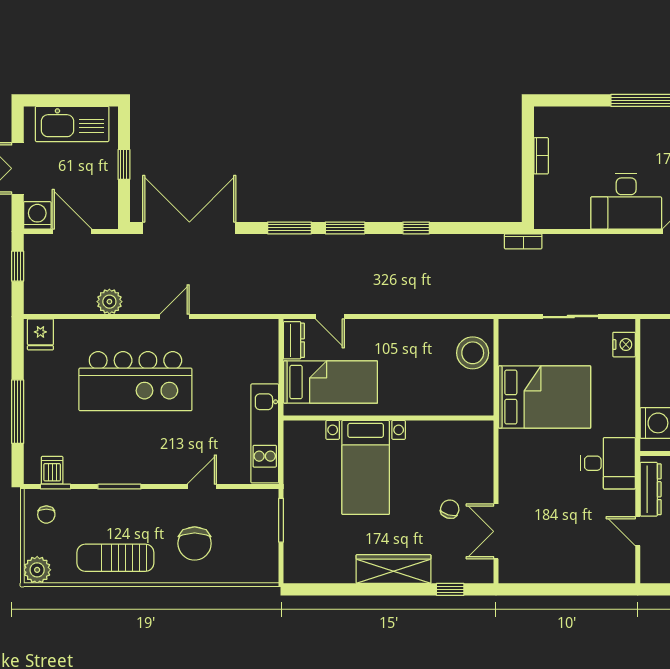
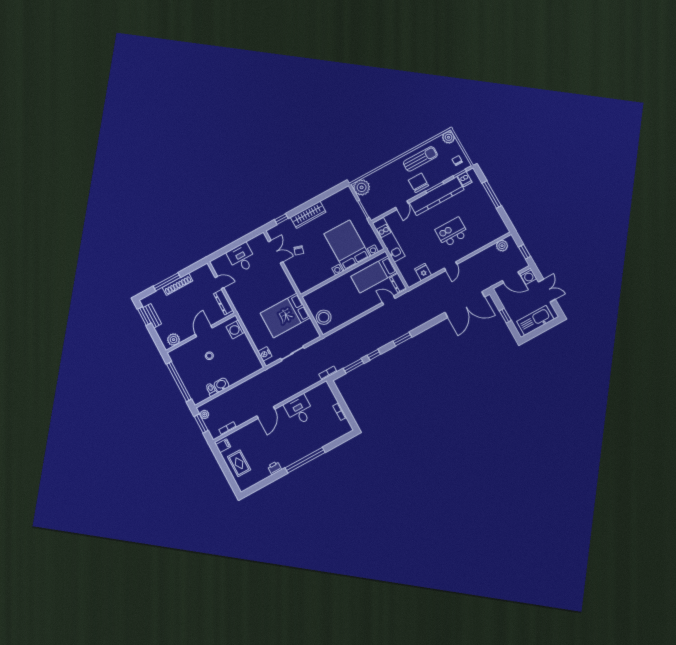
desk: (626, 201) -> (299, 410), width x0.73
window: (290, 228) -> (354, 366), moved
plant: (109, 302) -> (502, 246), moved
fridge: (40, 334) -> (423, 272), moved
kitchen island: (135, 381) -> (452, 232), width x0.54, depth x0.78
desk: (608, 463) -> (242, 258), moved, turned 90
kitchen counter: (125, 467) -> (437, 196), added
bed with nightstands: (366, 467) -> (347, 245), width x1.36
chair: (195, 543) -> (418, 183), moved
plant: (260, 565) -> (362, 187), added

